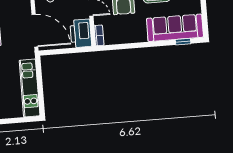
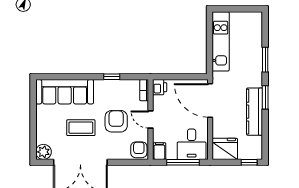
printer: (81, 33) -> (160, 87), width x0.53, depth x0.68
window: (183, 42) -> (112, 77), moved

